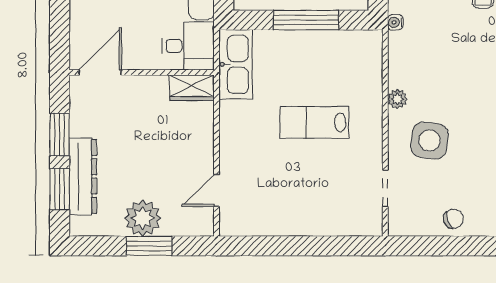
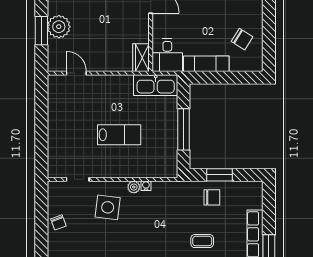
water cooler: (395, 22) -> (146, 186), moved
lab bench: (314, 122) -> (119, 135), turned 90

